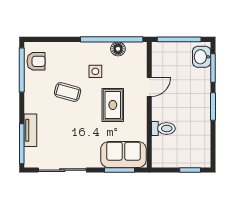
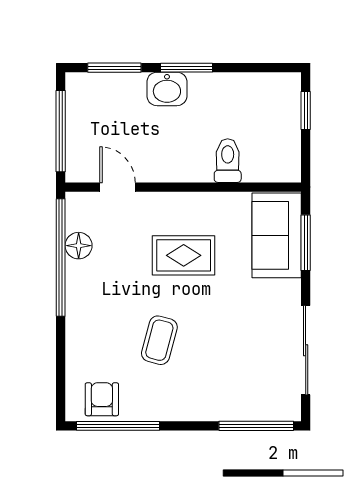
washbasin: (202, 57) -> (167, 89), moved
side table: (95, 71) -> (121, 288), removed
door: (149, 87) -> (117, 187), moved
tv unit: (30, 130) -> (231, 410), removed

